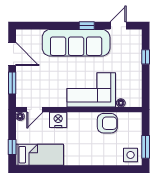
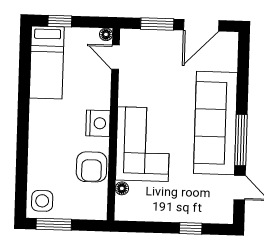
window: (87, 26) -> (241, 140), width x2.17
nightstand: (58, 120) -> (98, 123), moved

